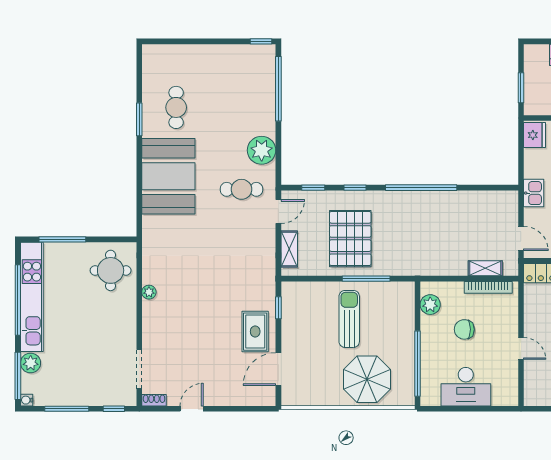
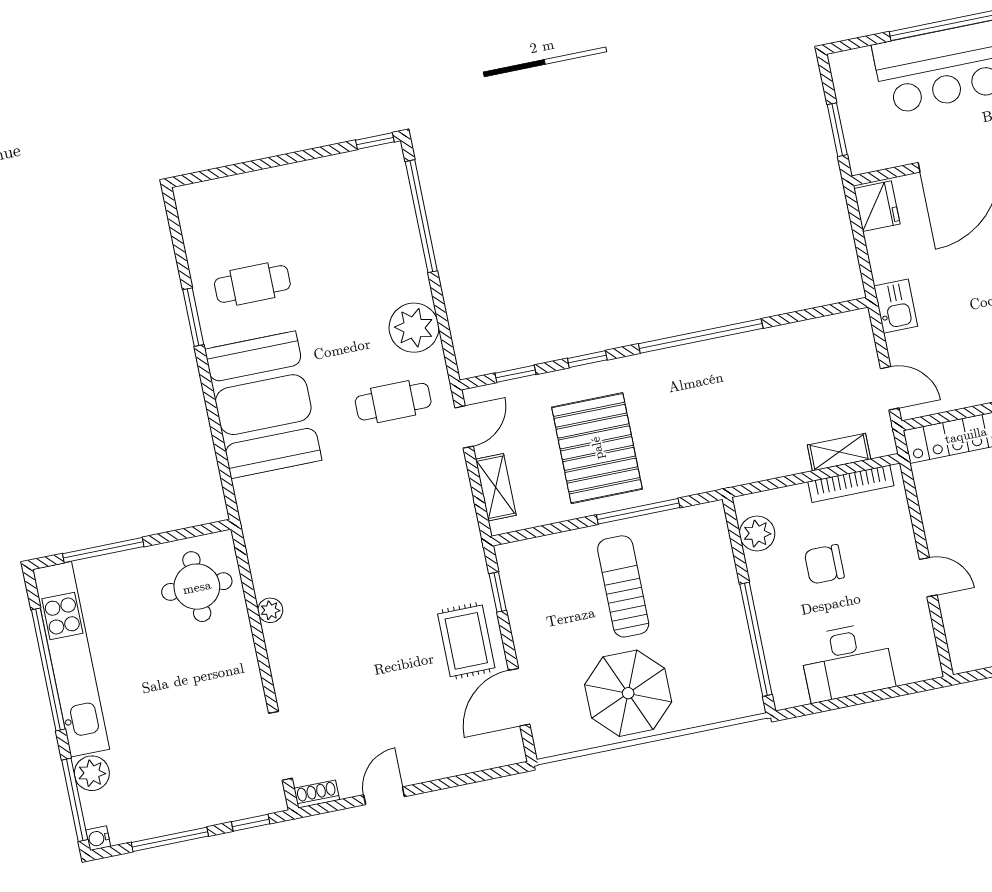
cafe table: (176, 107) -> (252, 284), turned 90
parasol: (367, 379) -> (628, 693), moved

